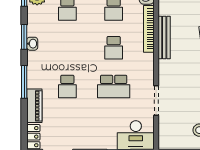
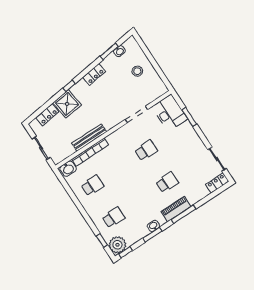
school desk: (114, 48) -> (119, 168), removed
school desk: (114, 86) -> (146, 150), width x0.54
piano: (34, 106) -> (176, 209), moved

